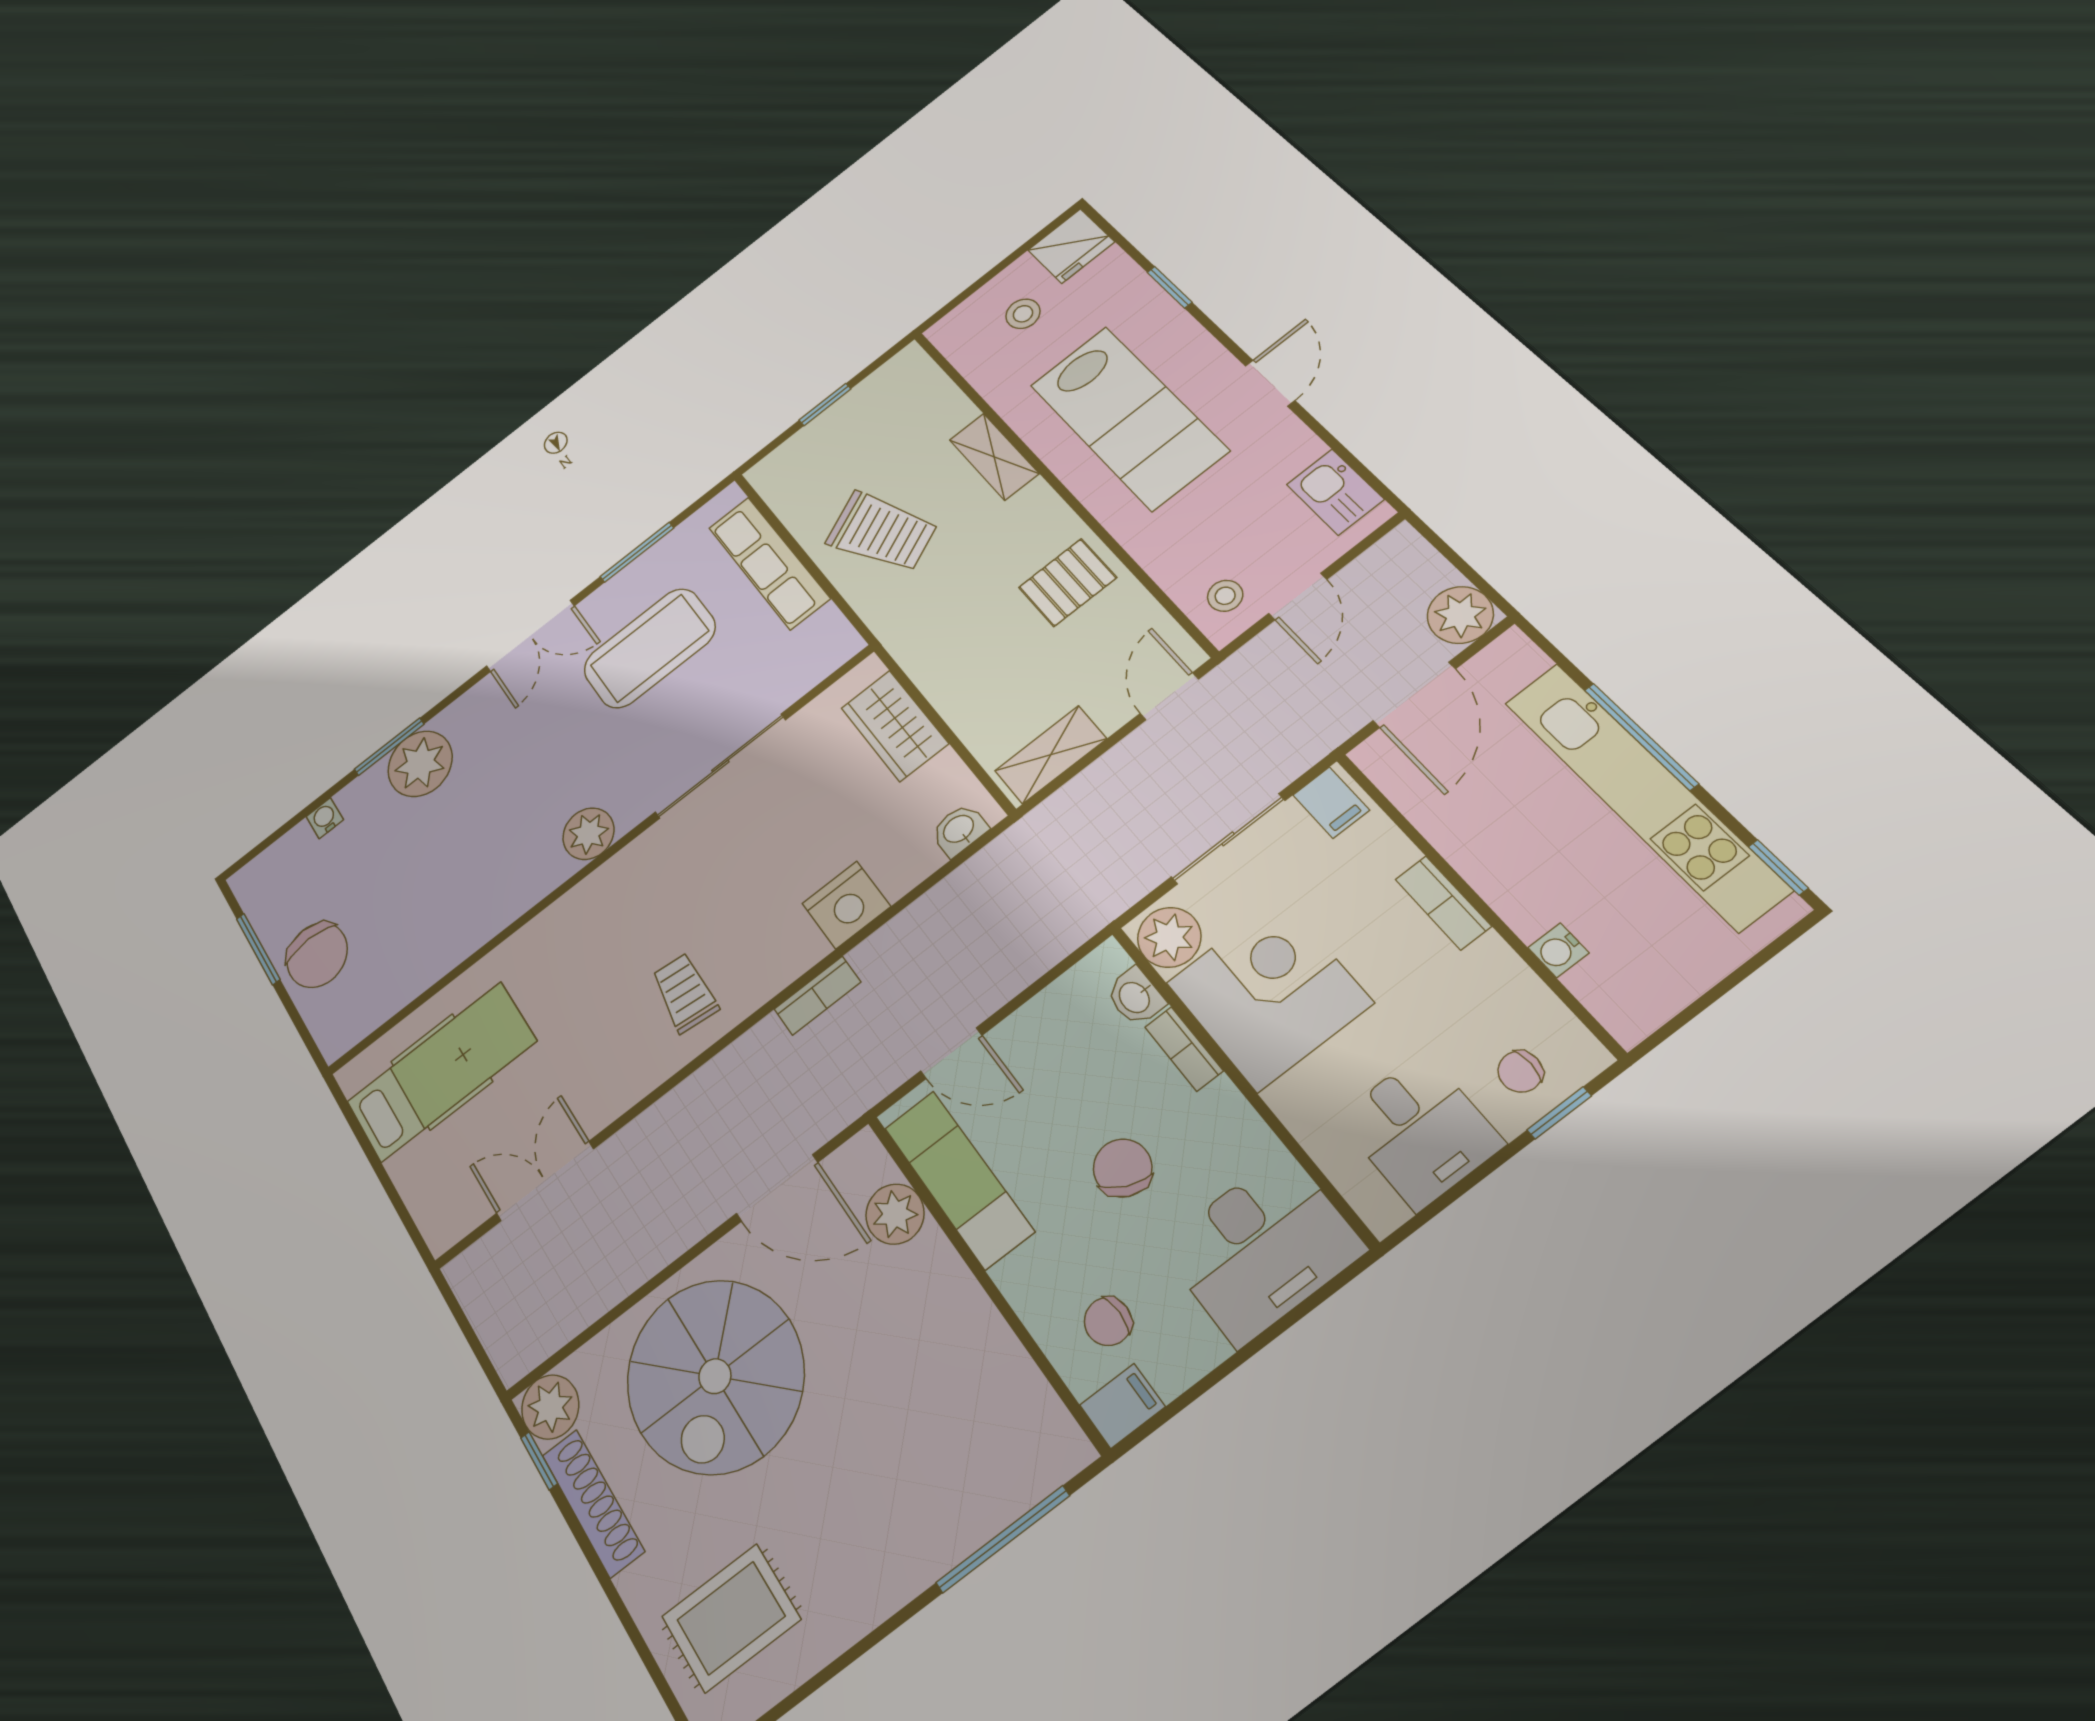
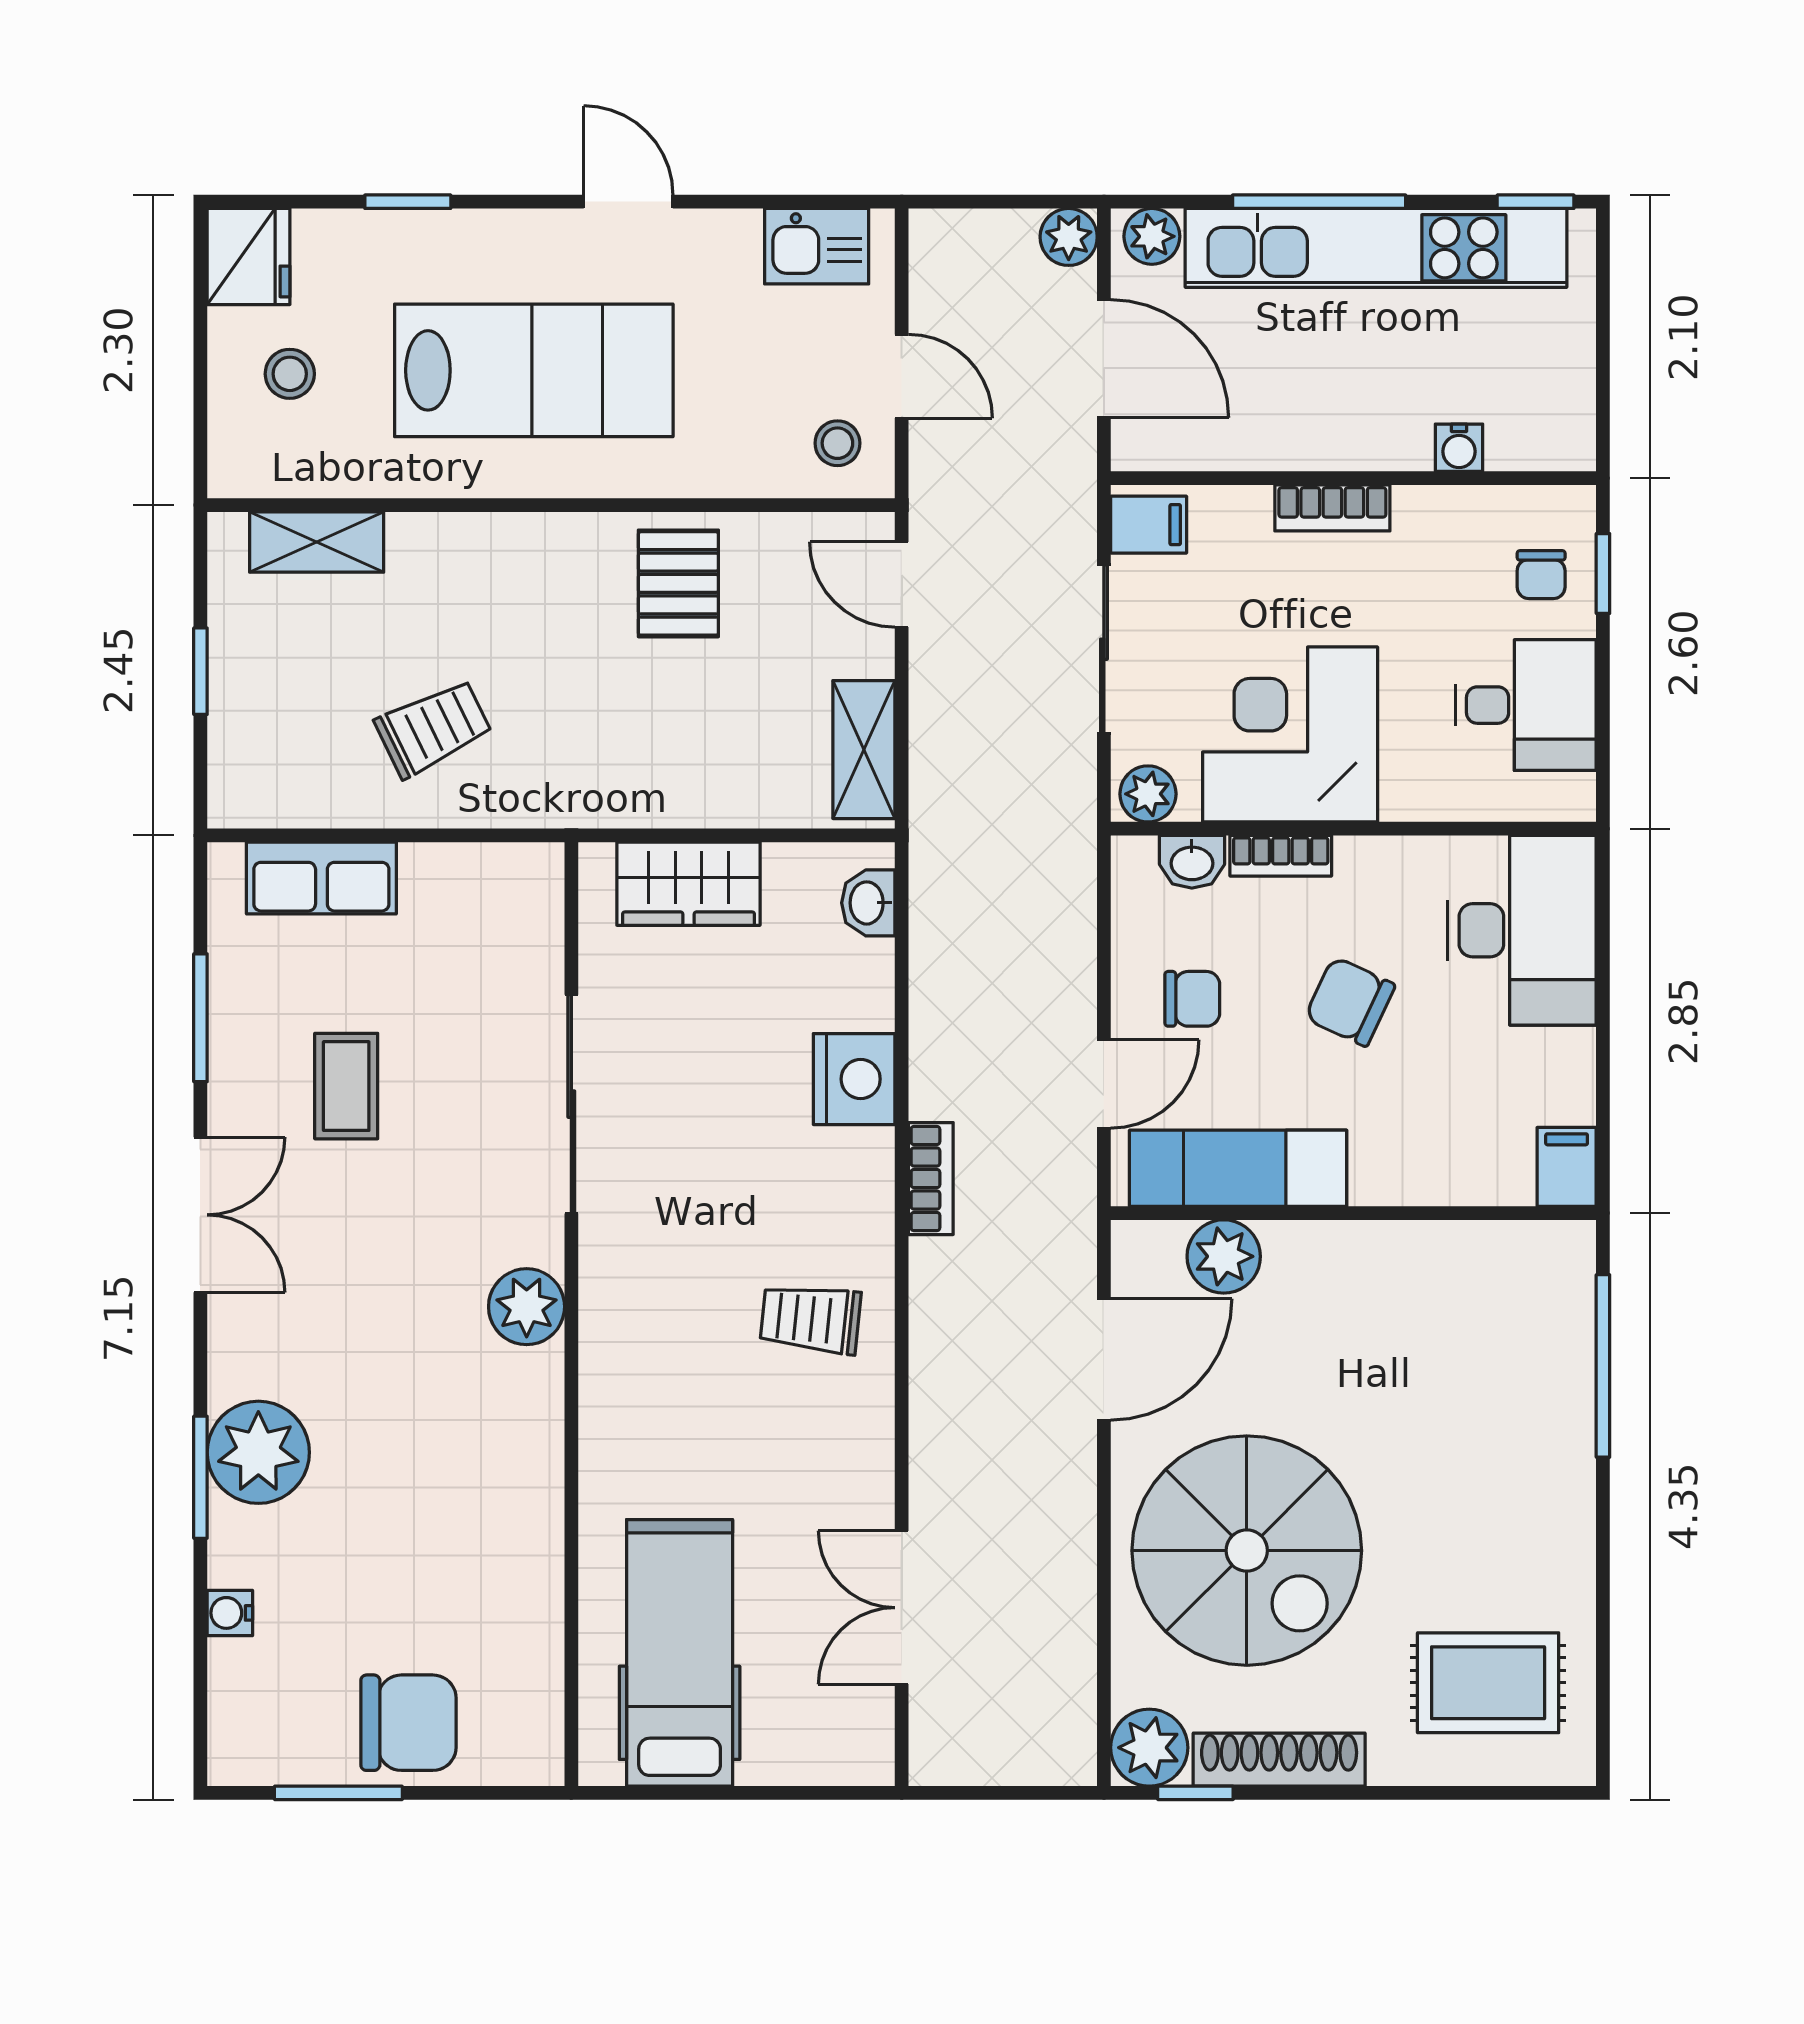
shelving: (994, 457) -> (317, 542), moved
trolley: (882, 532) -> (433, 728), width x0.73, depth x0.72
row of seats: (769, 563) -> (321, 878), width x0.68
plant: (1460, 615) -> (1069, 237), width x0.73, depth x0.73
coffee table: (649, 648) -> (346, 1086), width x0.54, depth x0.58
plant: (1520, 660) -> (1152, 236), added
plant: (1169, 937) -> (1148, 794), width x0.73, depth x0.73
chair: (1108, 1321) -> (1192, 999), moved, turned -90
rug: (731, 1618) -> (1488, 1683), turned 90

